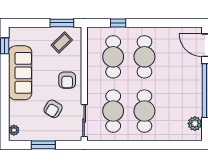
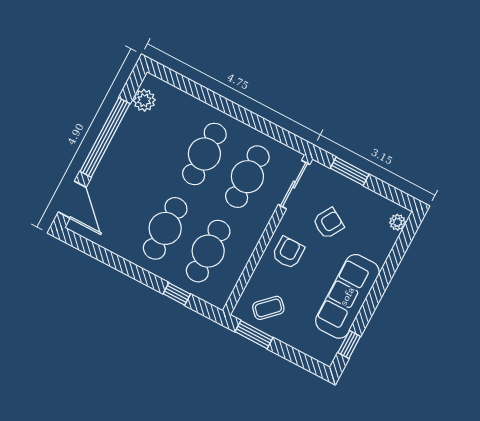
window: (43, 145) -> (350, 171), moved

